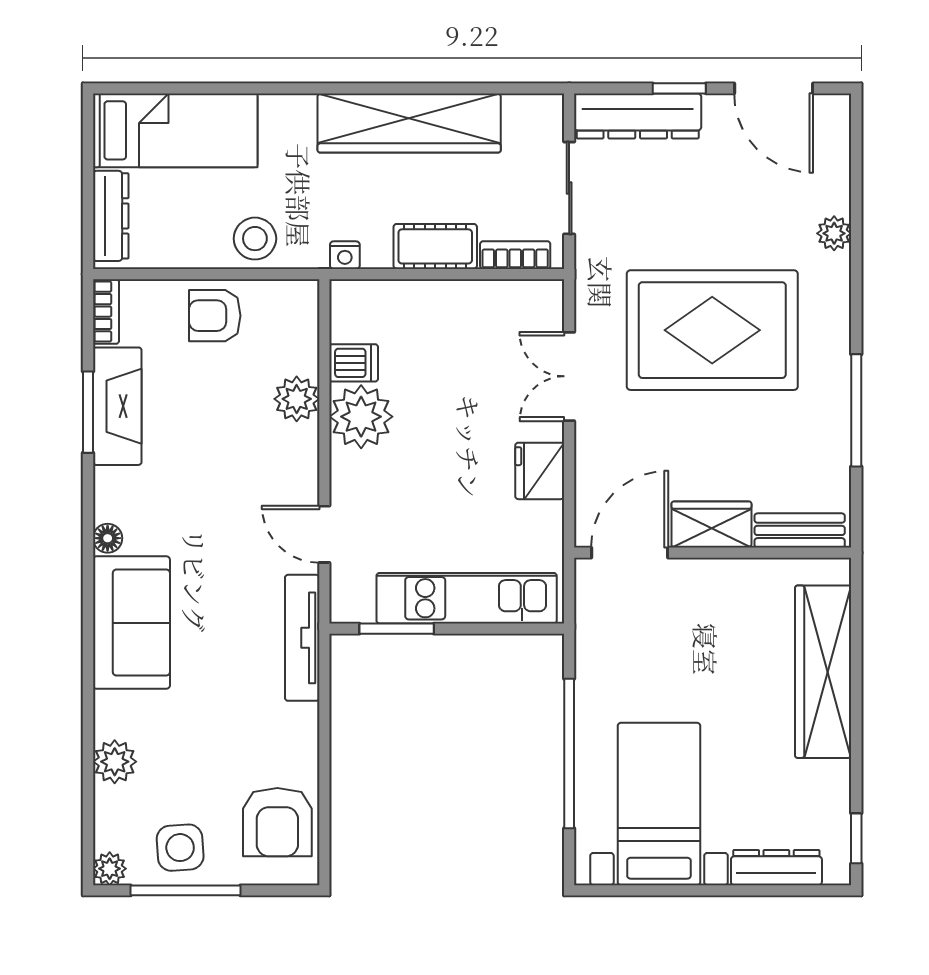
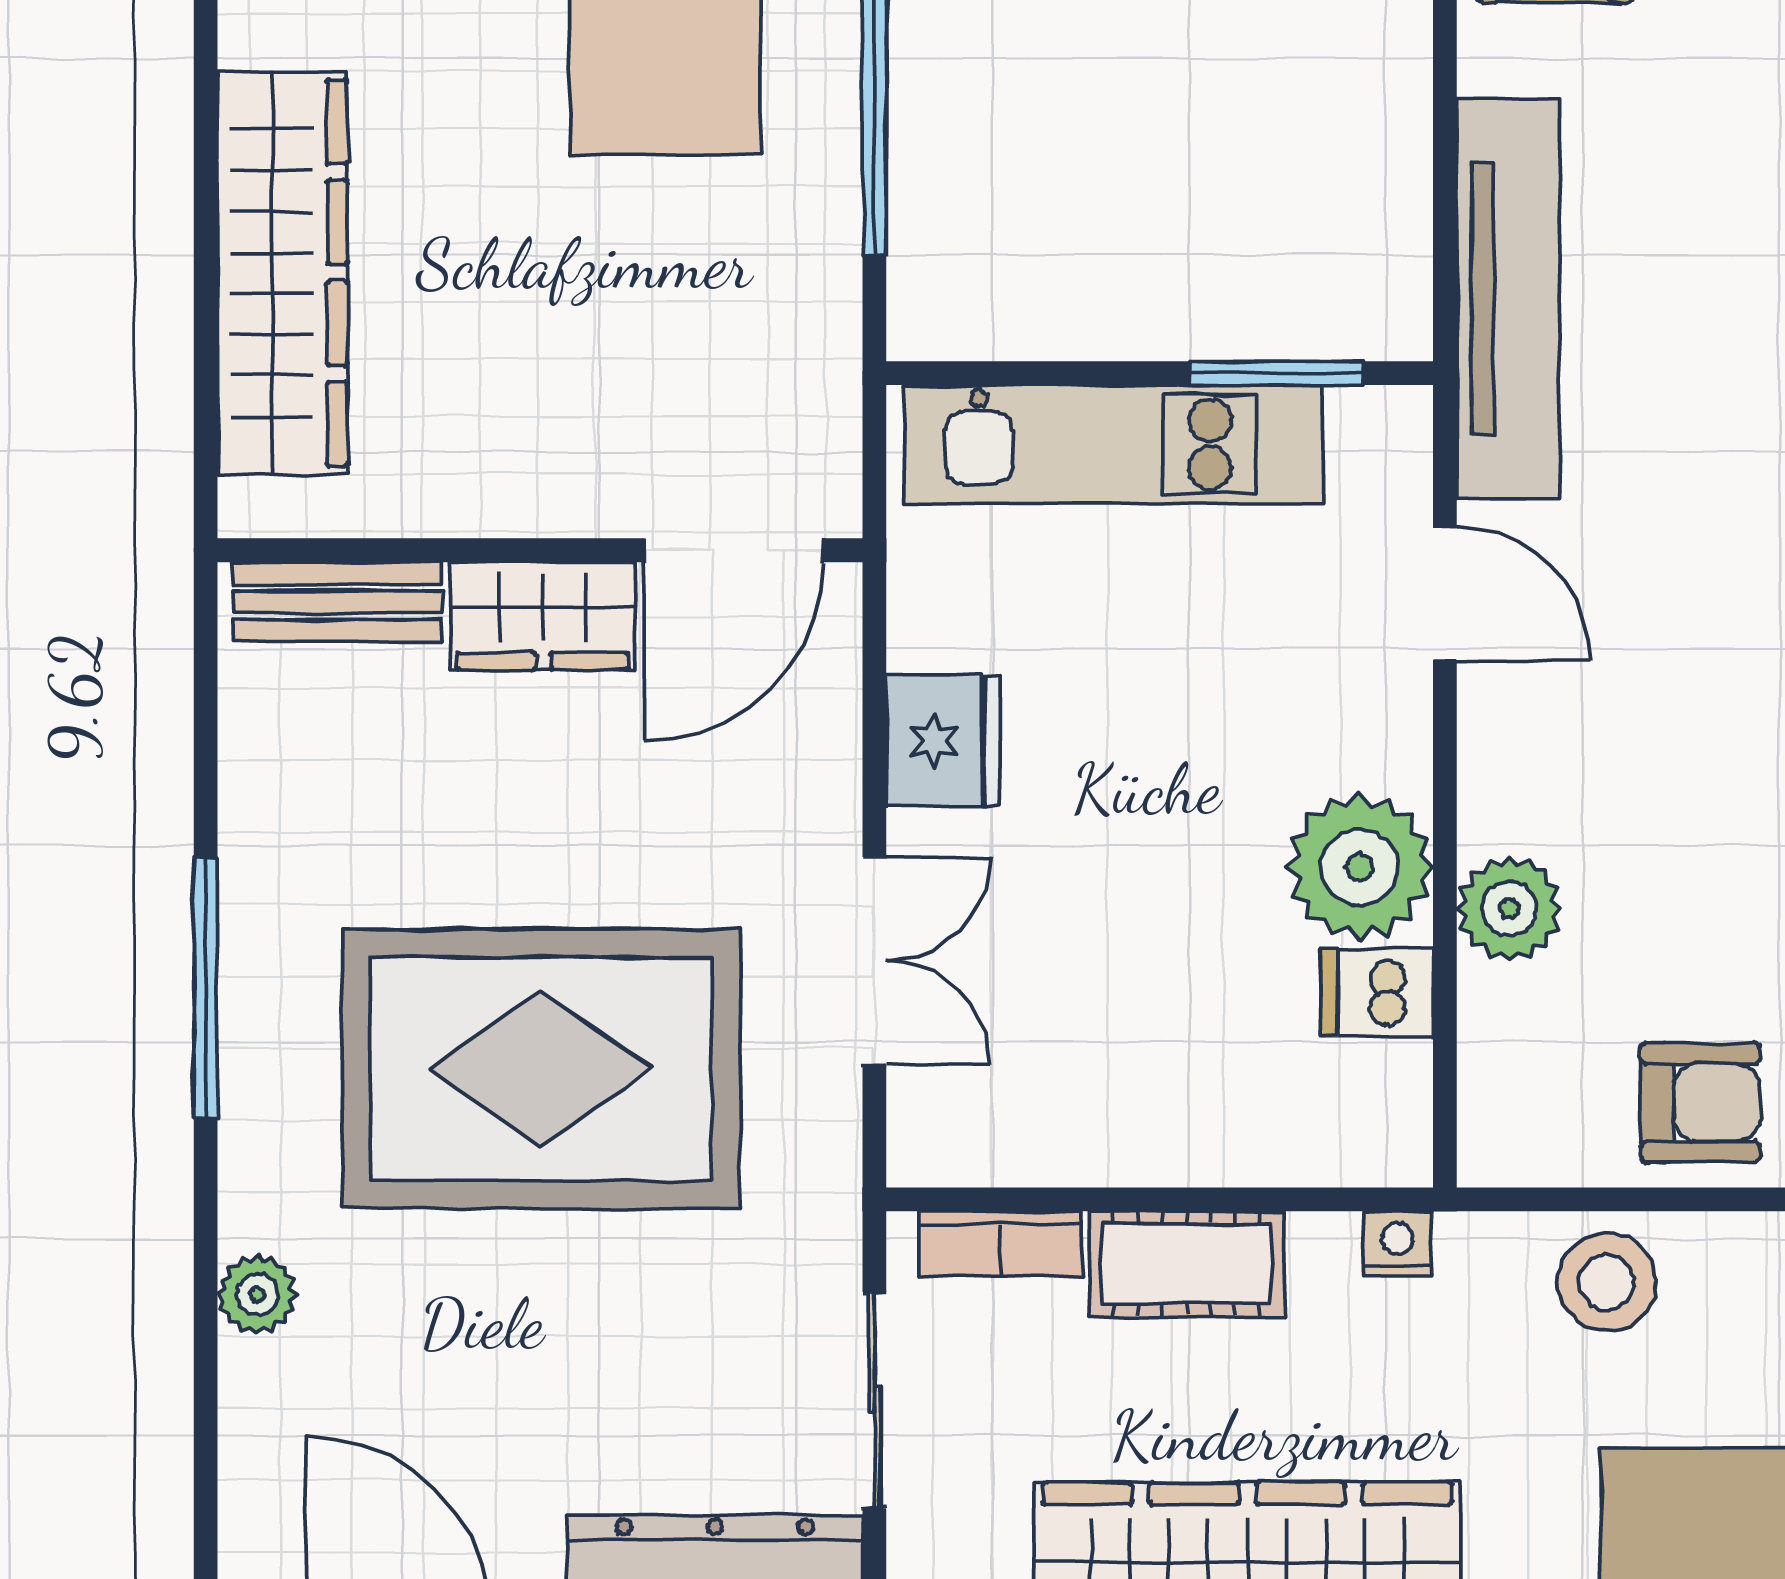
window: (856, 410) -> (206, 988), moved
tv unit: (302, 638) -> (1508, 299), width x1.36, depth x1.29

